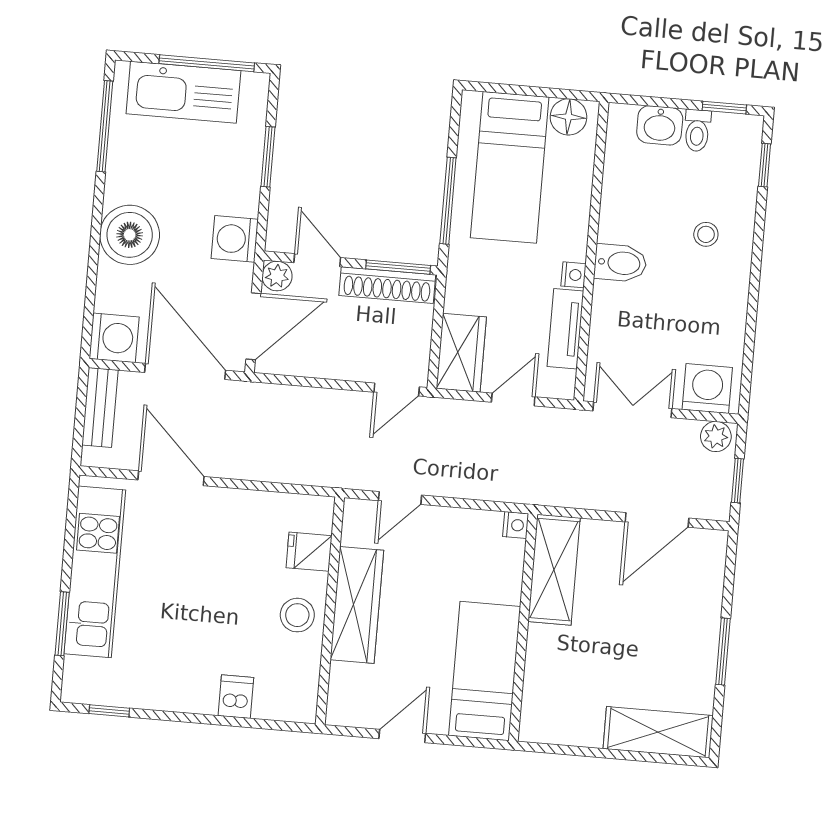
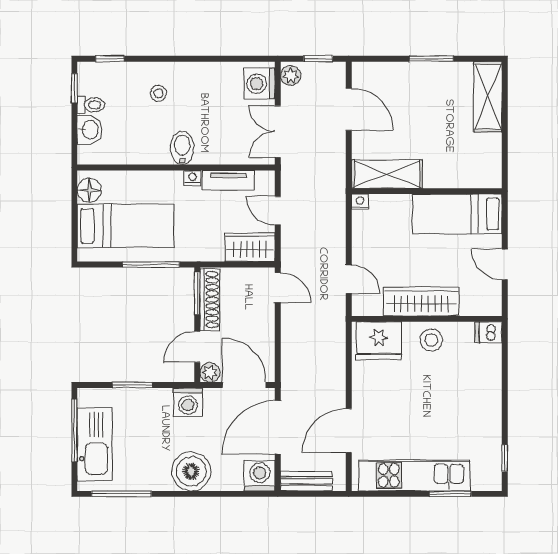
fridge: (309, 552) -> (379, 341), width x1.88, depth x1.34
dishwasher: (236, 697) -> (488, 332), moved

